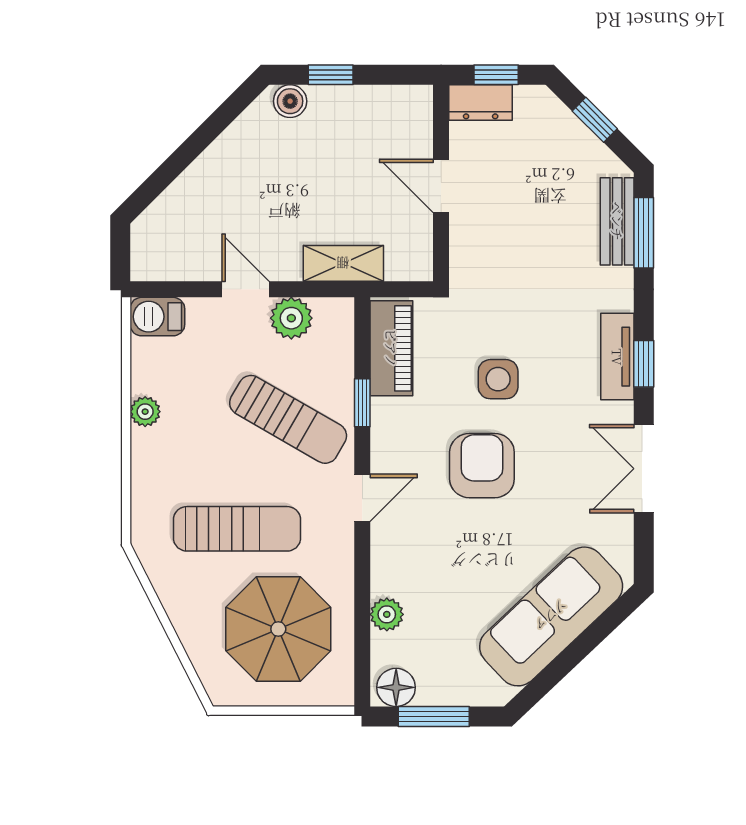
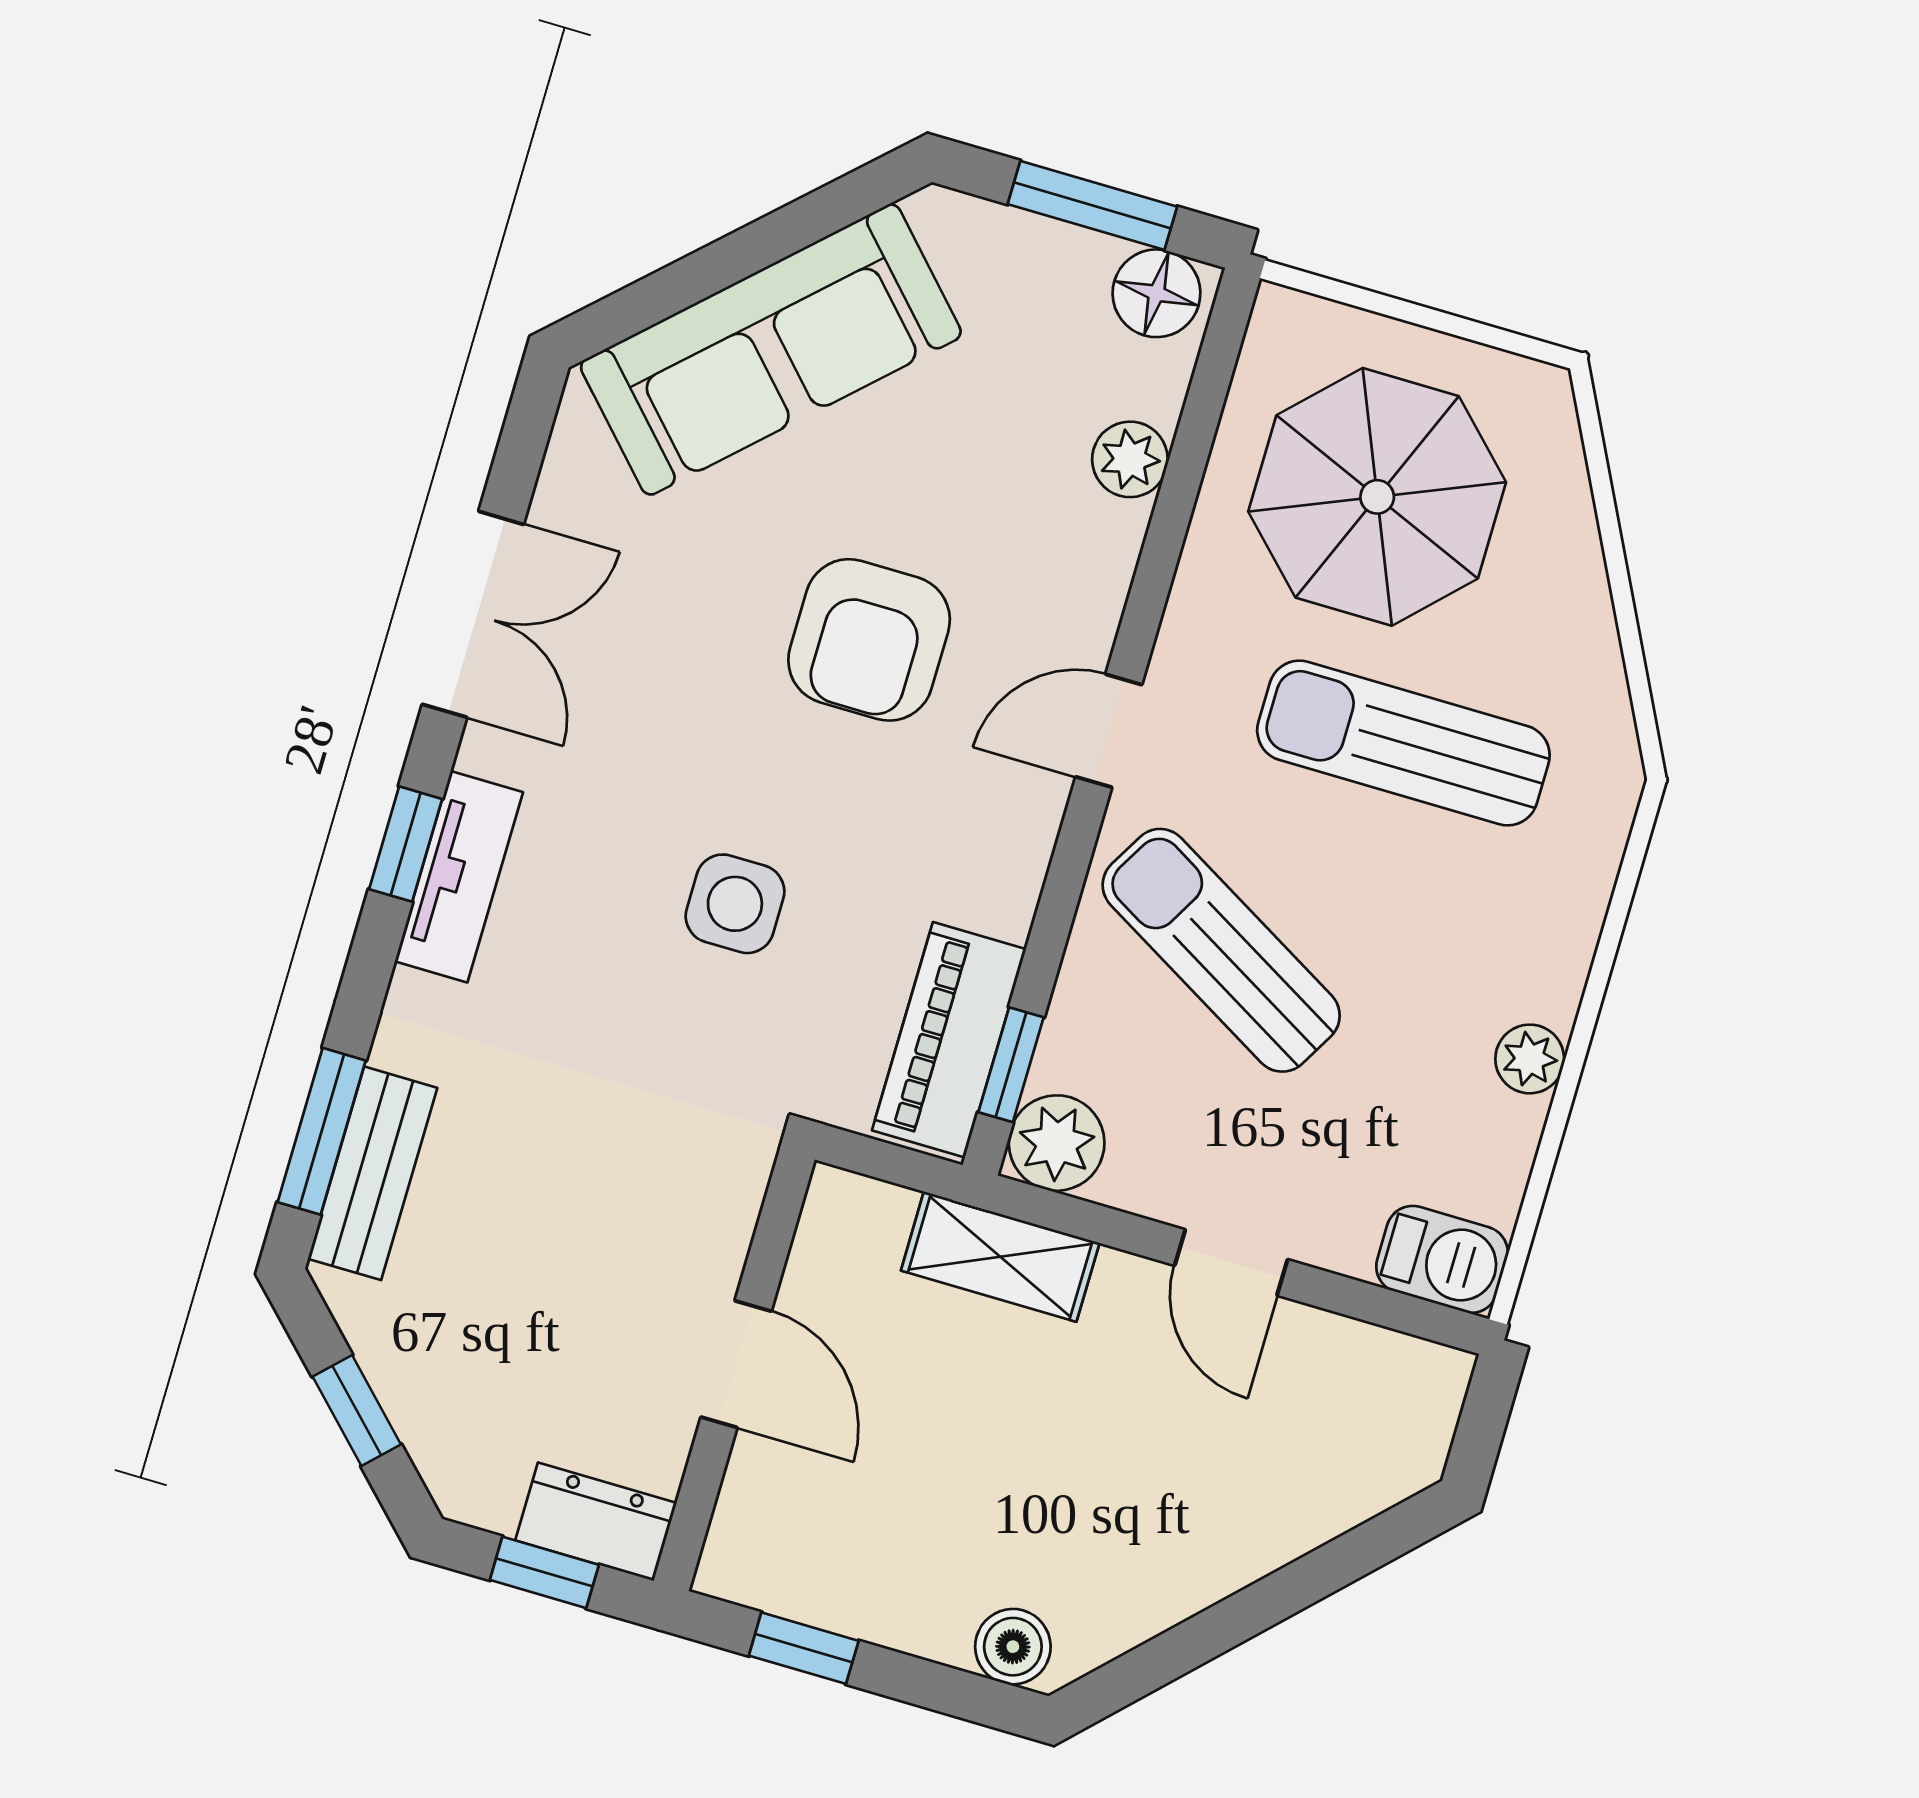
window: (331, 75) -> (804, 1648), moved
plant: (291, 318) -> (1057, 1143), moved
window: (362, 403) -> (1011, 1065), moved
armchair: (482, 466) -> (869, 640), moved

